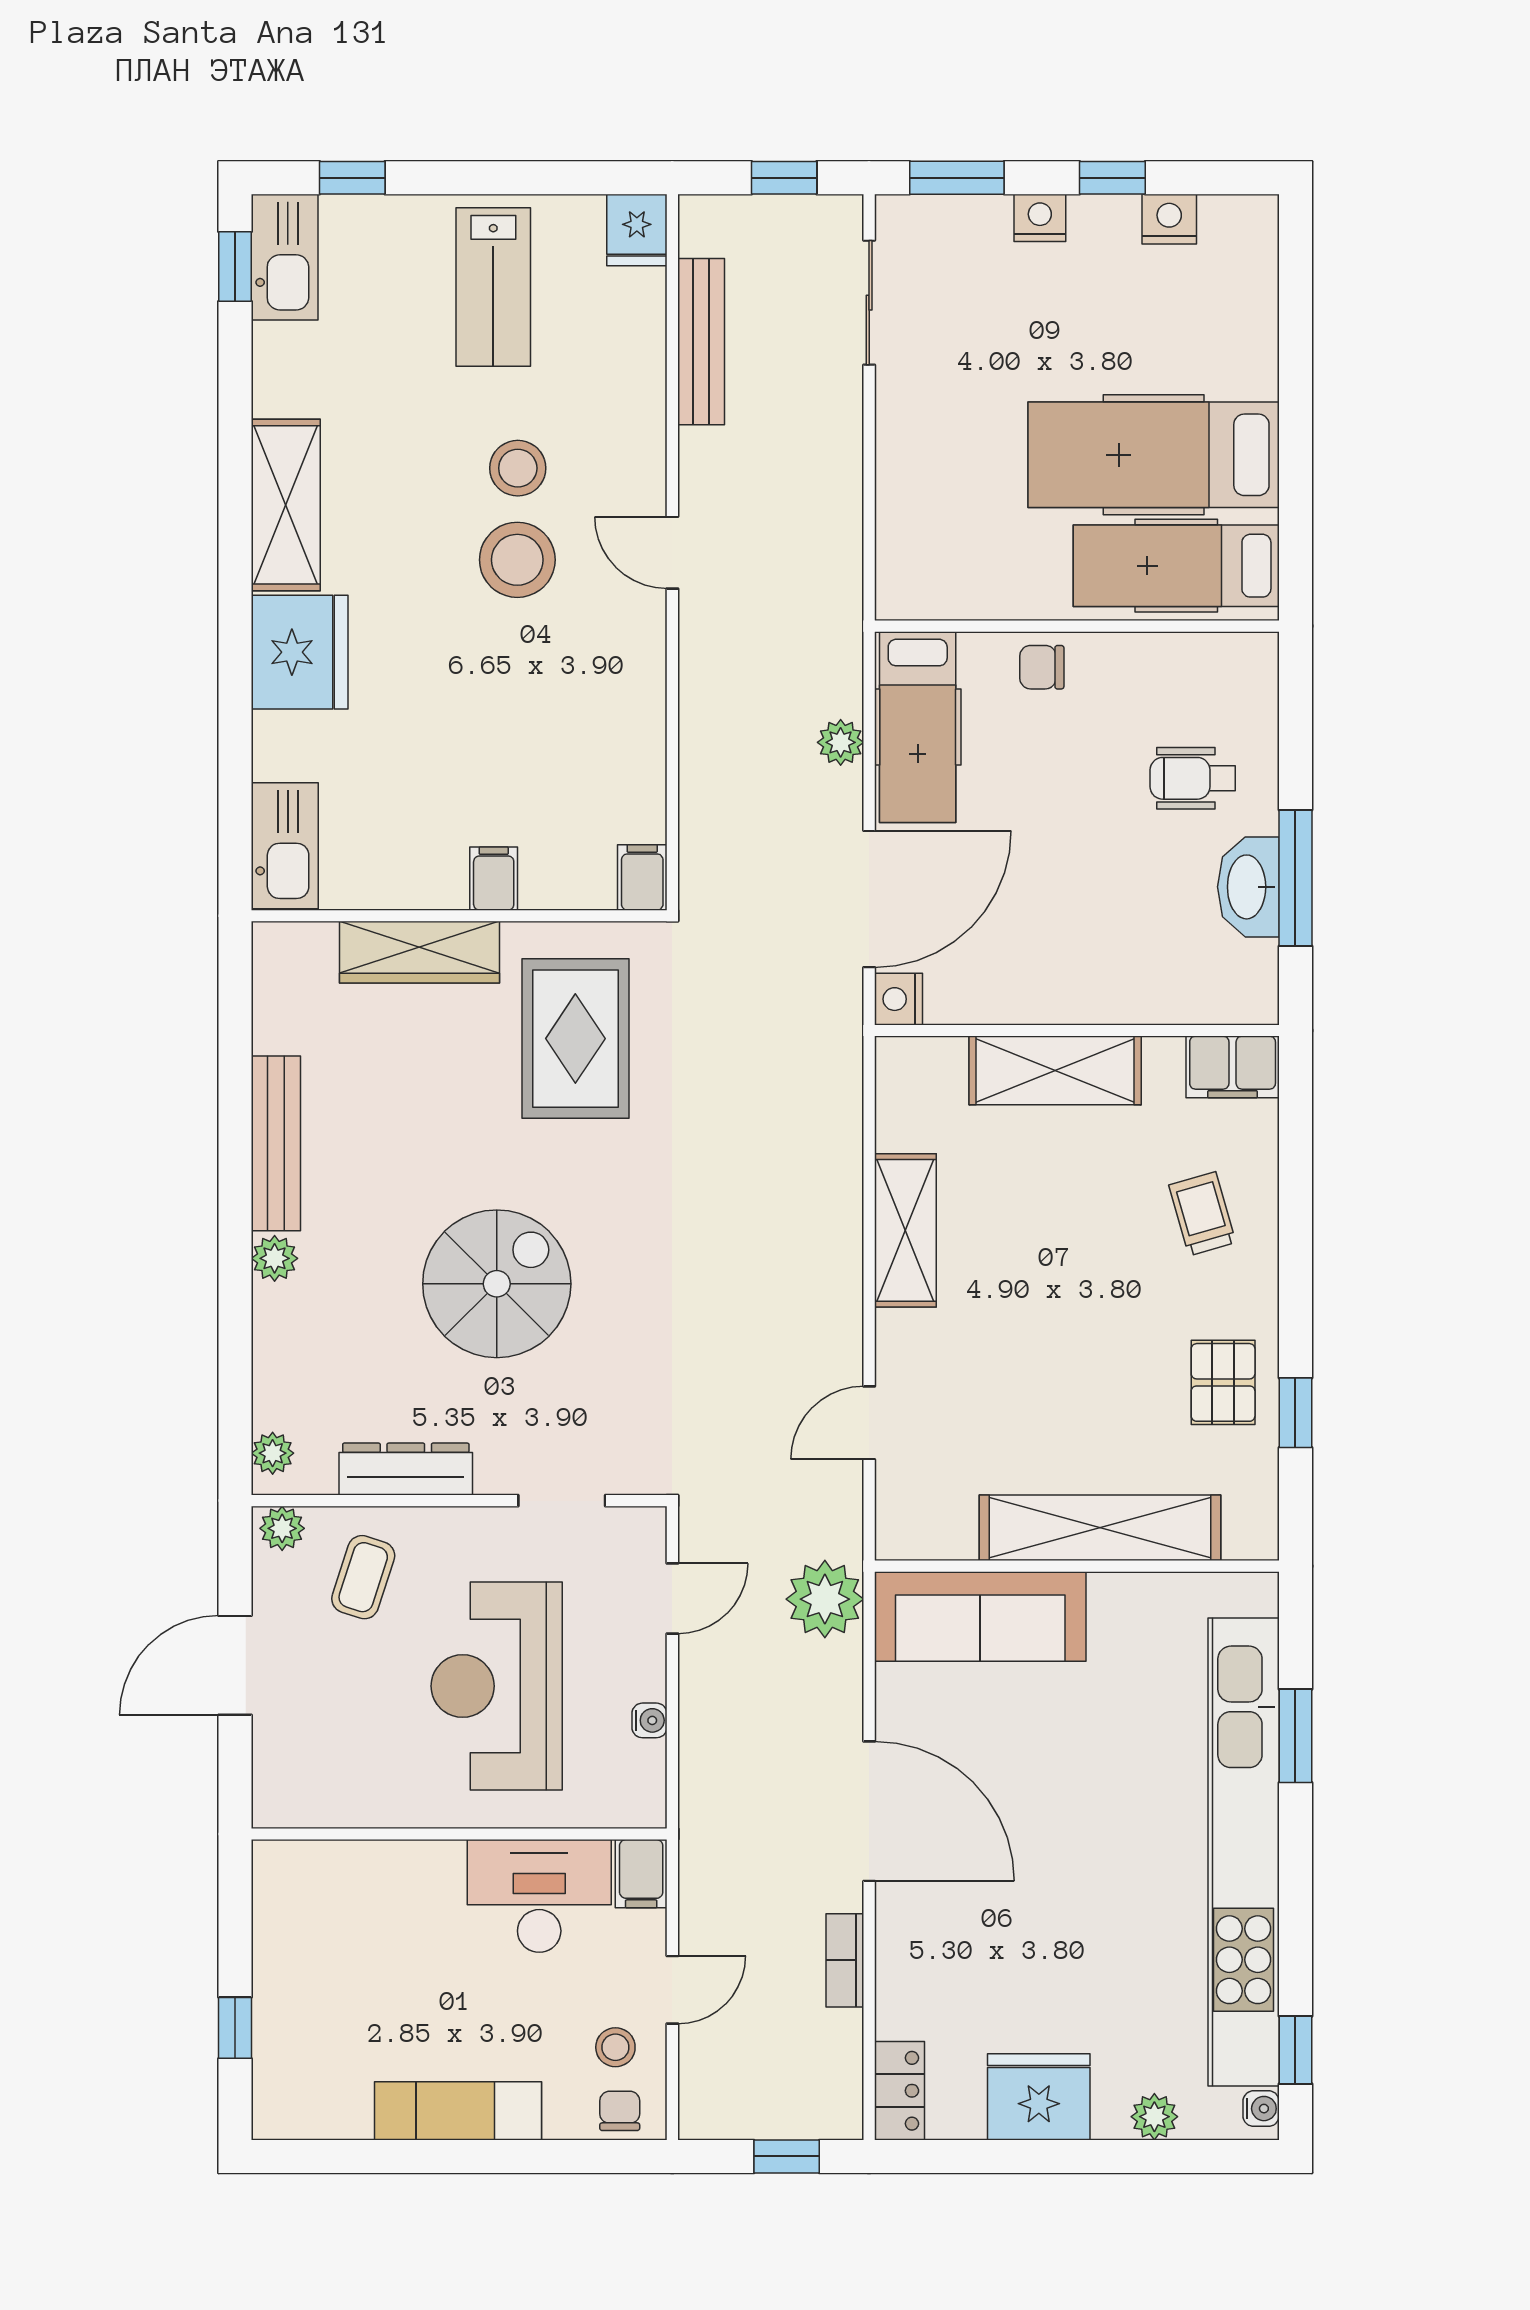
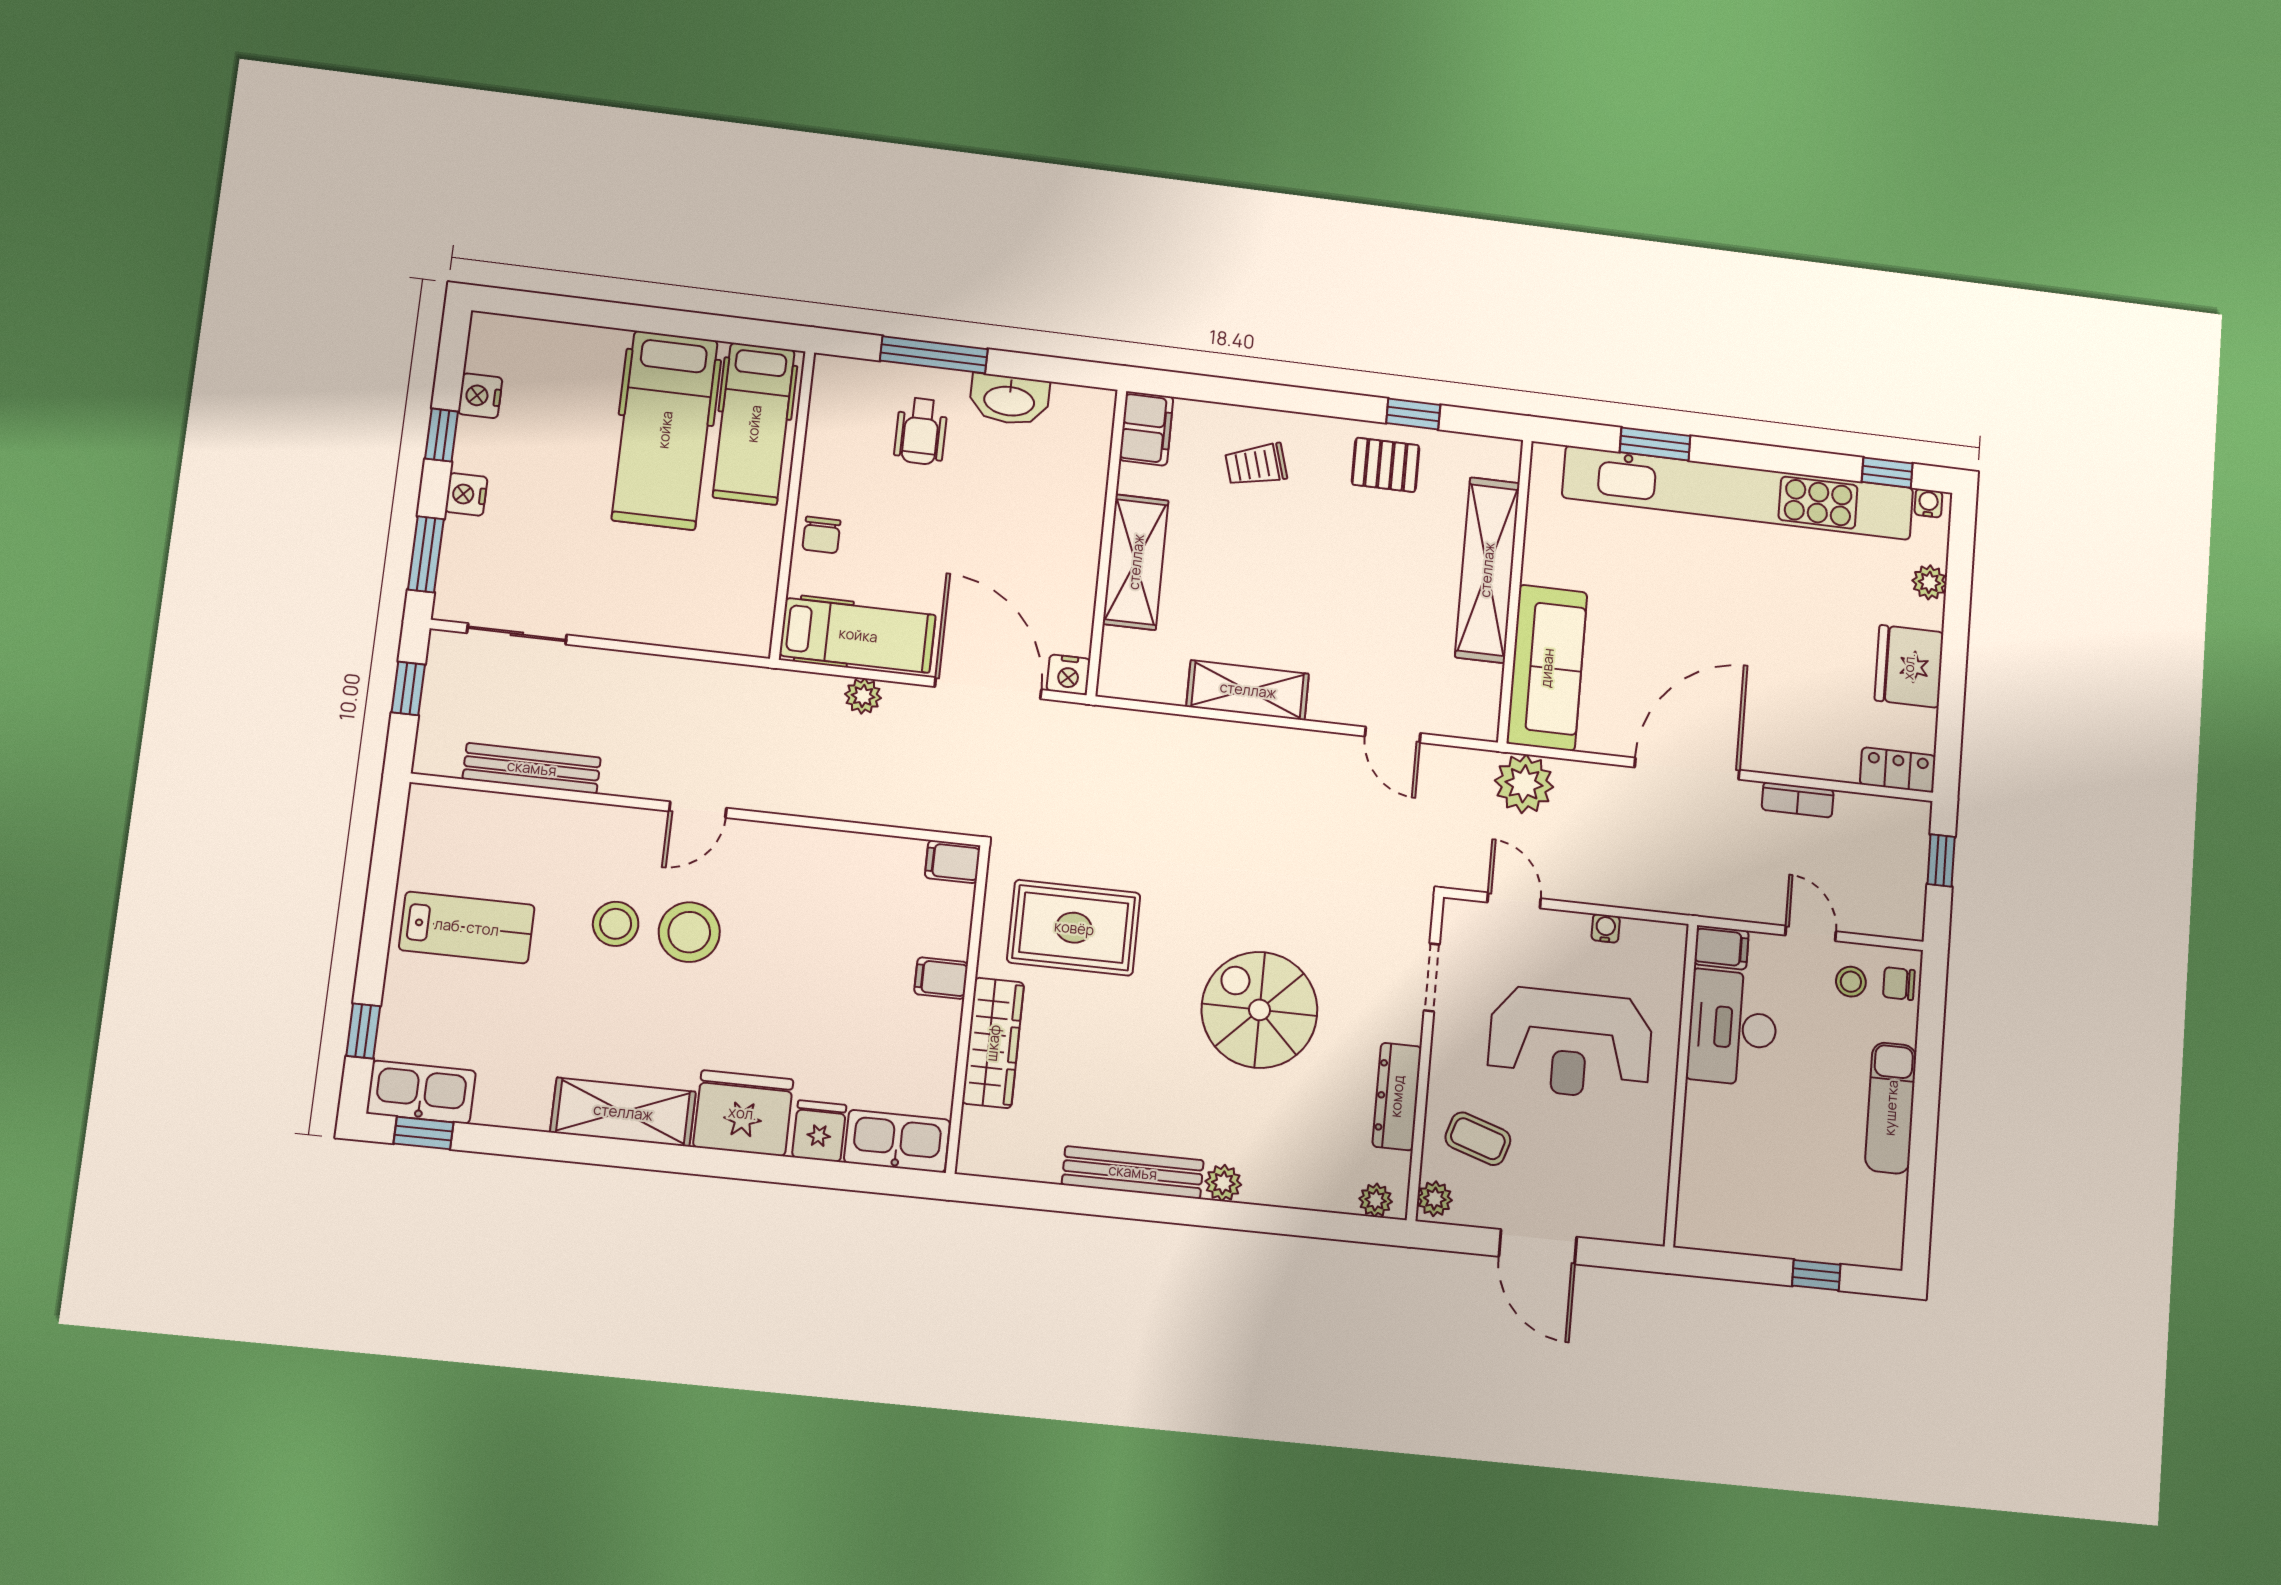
fridge: (637, 230) -> (819, 1131), moved, turned -90
window: (1295, 878) -> (934, 355), moved

